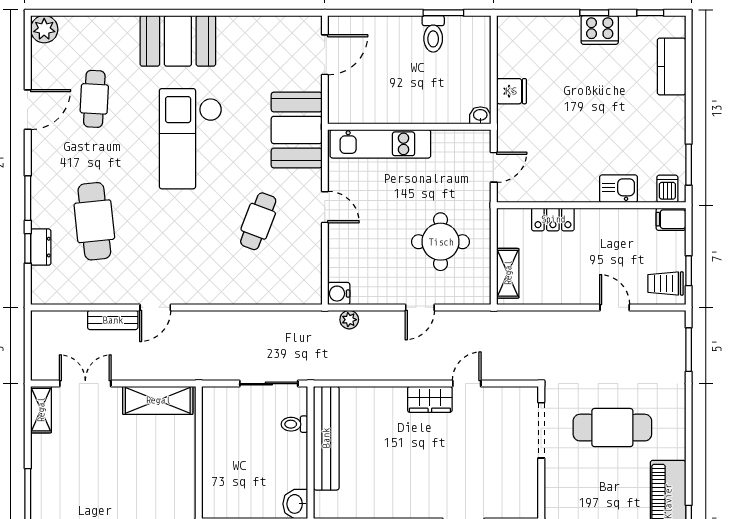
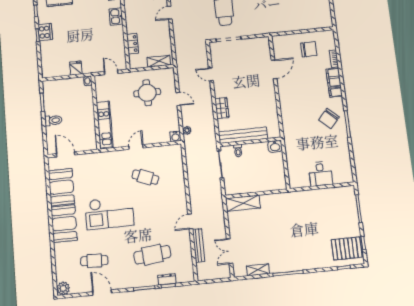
toilet: (433, 34) -> (53, 120), moved
booth: (297, 130) -> (61, 187), moved, turned 90
door: (155, 307) -> (190, 221), swing flipped
bench: (113, 320) -> (199, 245), width x1.36
wardrobe: (430, 399) -> (222, 108), moved
shelving: (158, 400) -> (243, 203), moved, turned 90
shelving: (41, 410) -> (258, 270), moved

